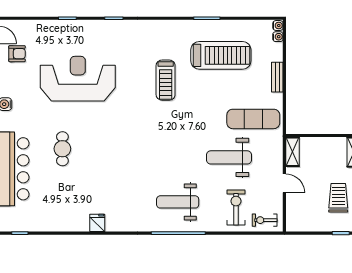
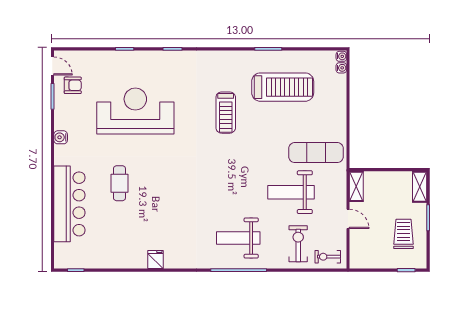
bench: (277, 77) -> (341, 109), removed

